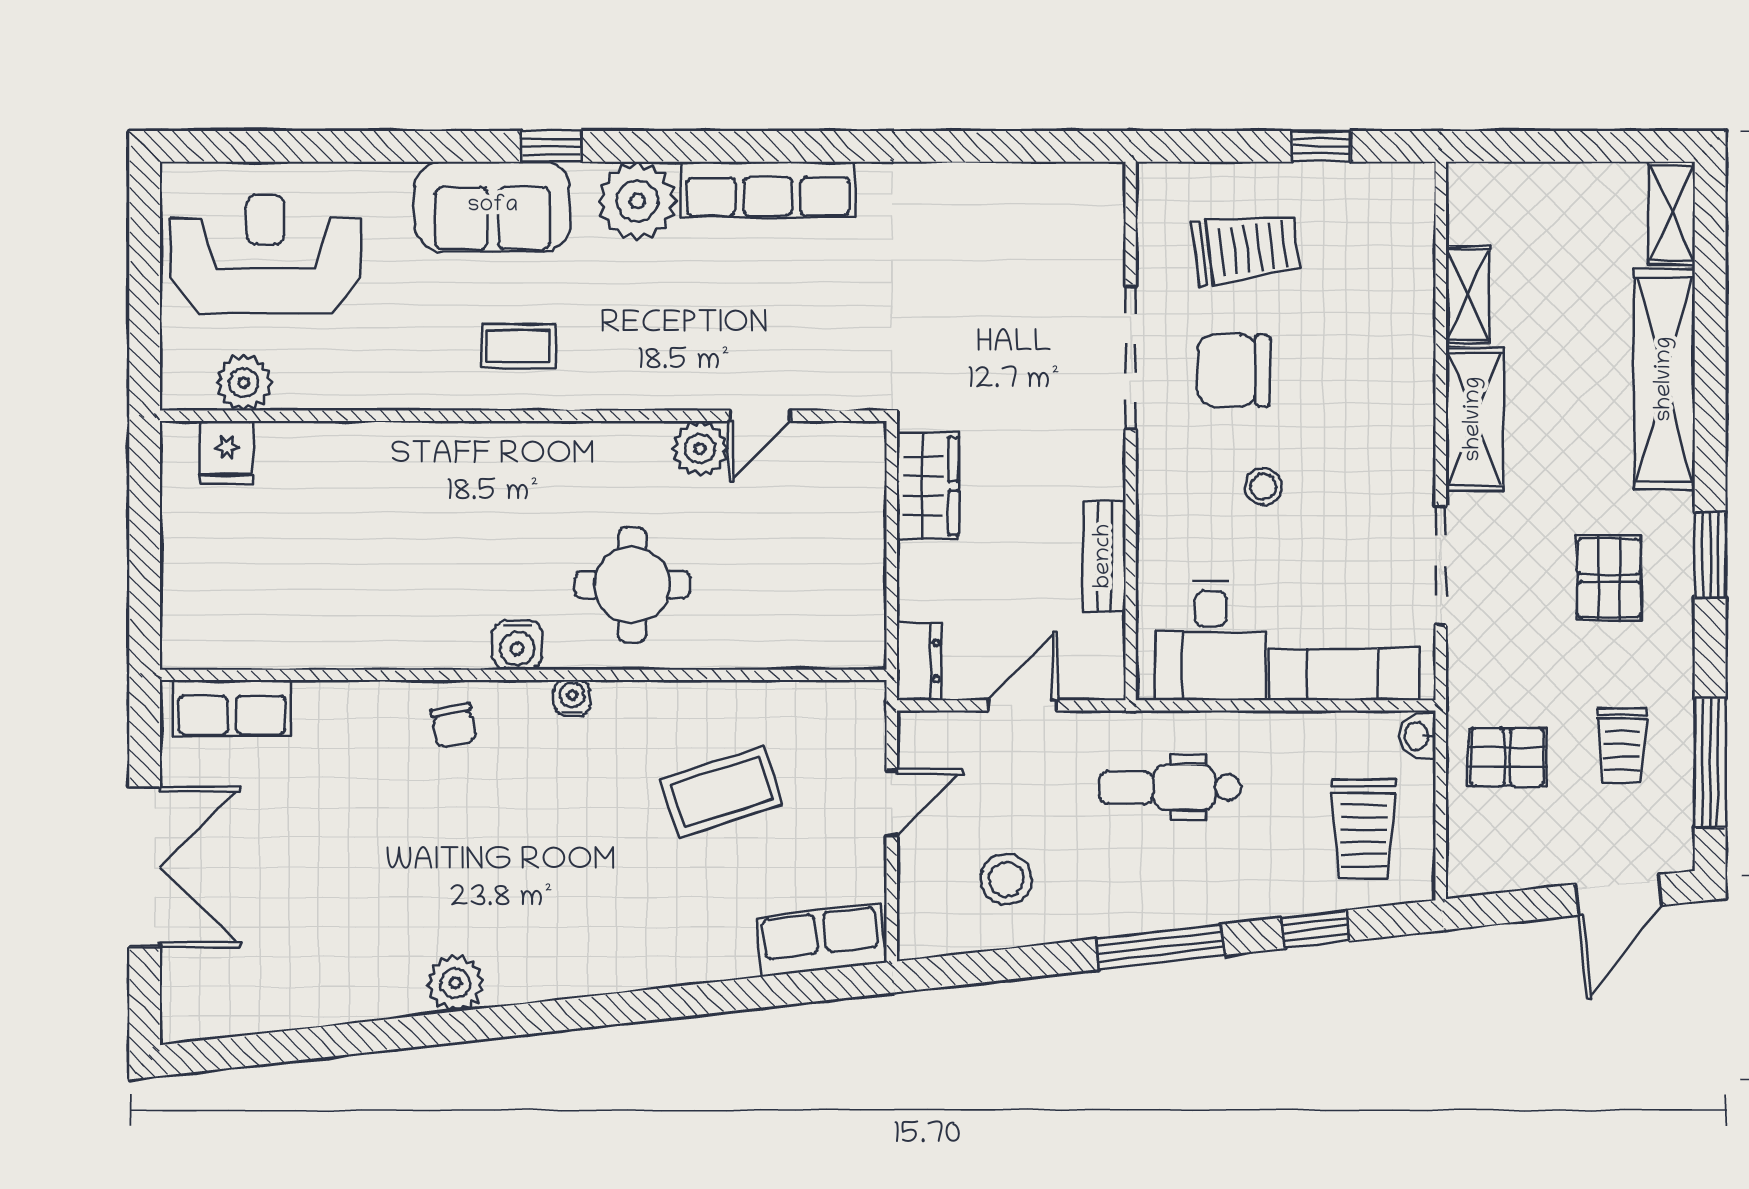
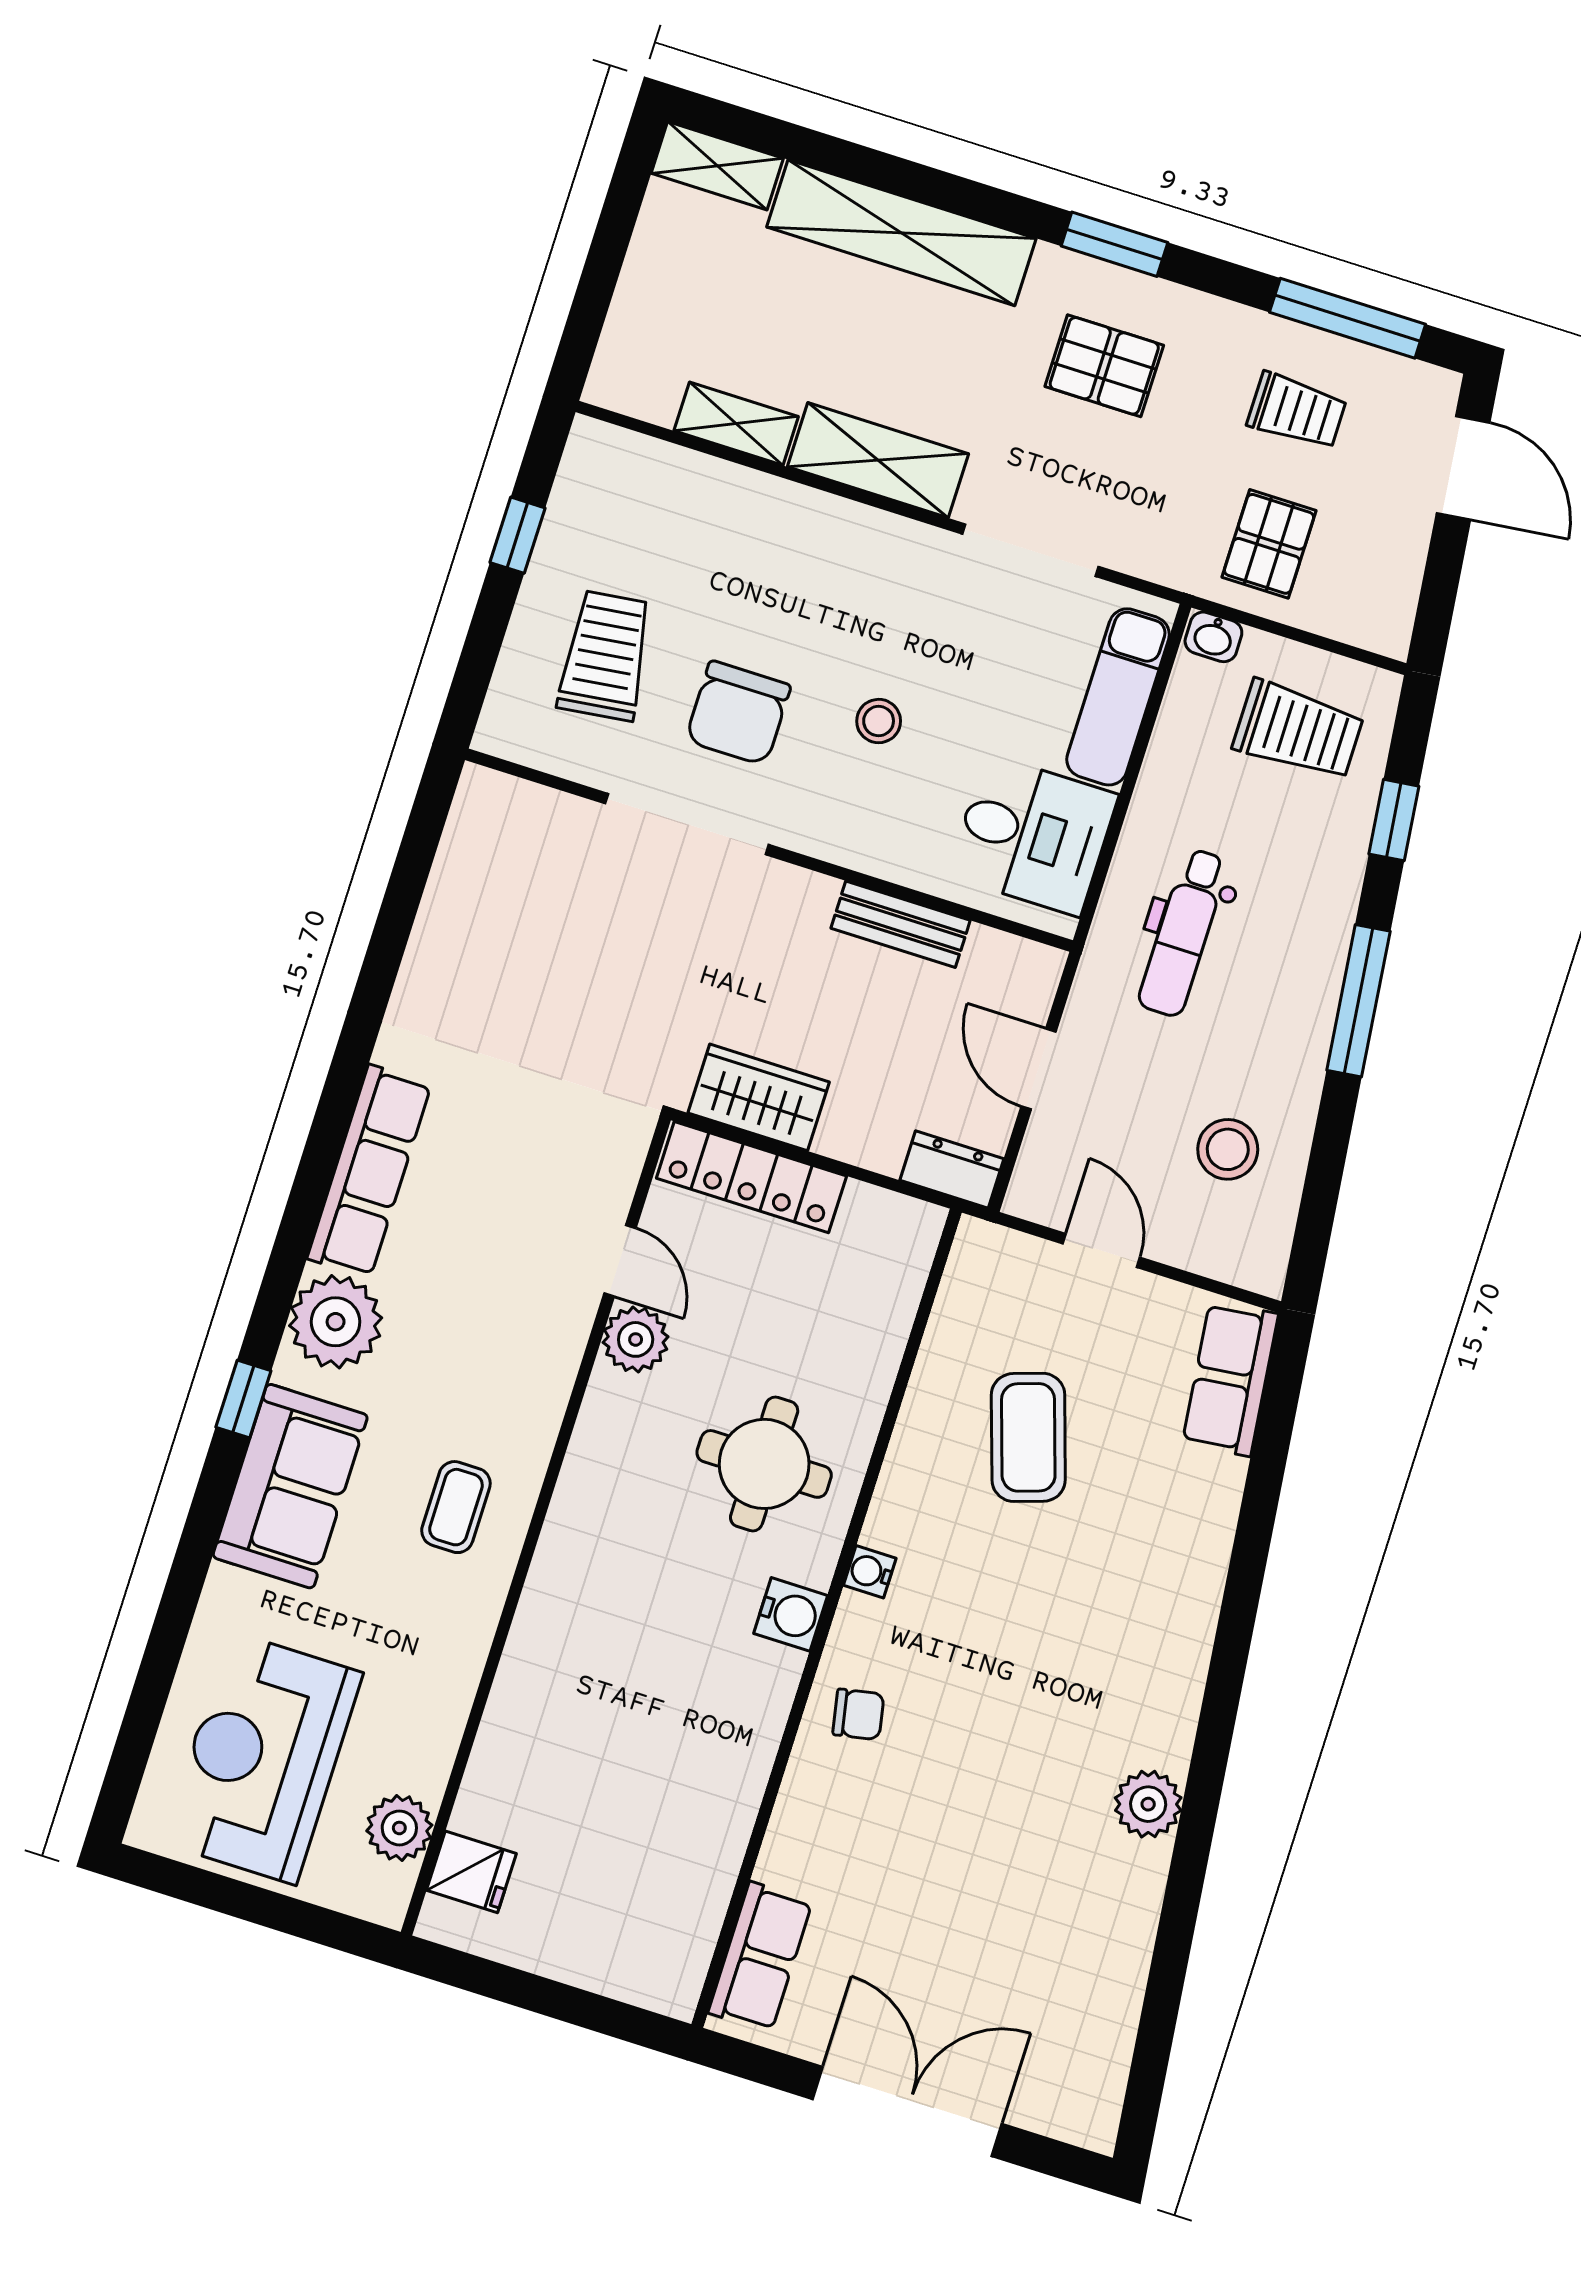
locker: (861, 501) -> (751, 1177), added

